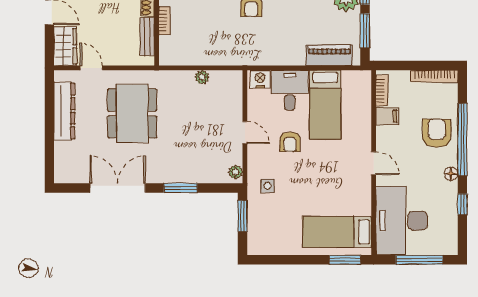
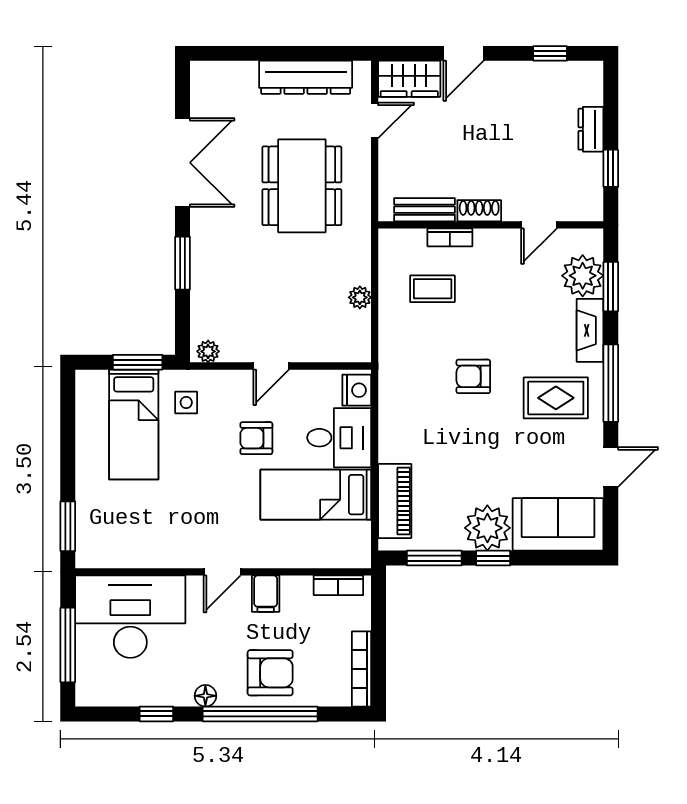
coffee table: (197, 32) -> (433, 289), added
dining table: (132, 113) -> (302, 186), turned 90
filing cabinet: (387, 116) -> (266, 594), moved
bed: (337, 232) -> (134, 424), moved, turned 180

